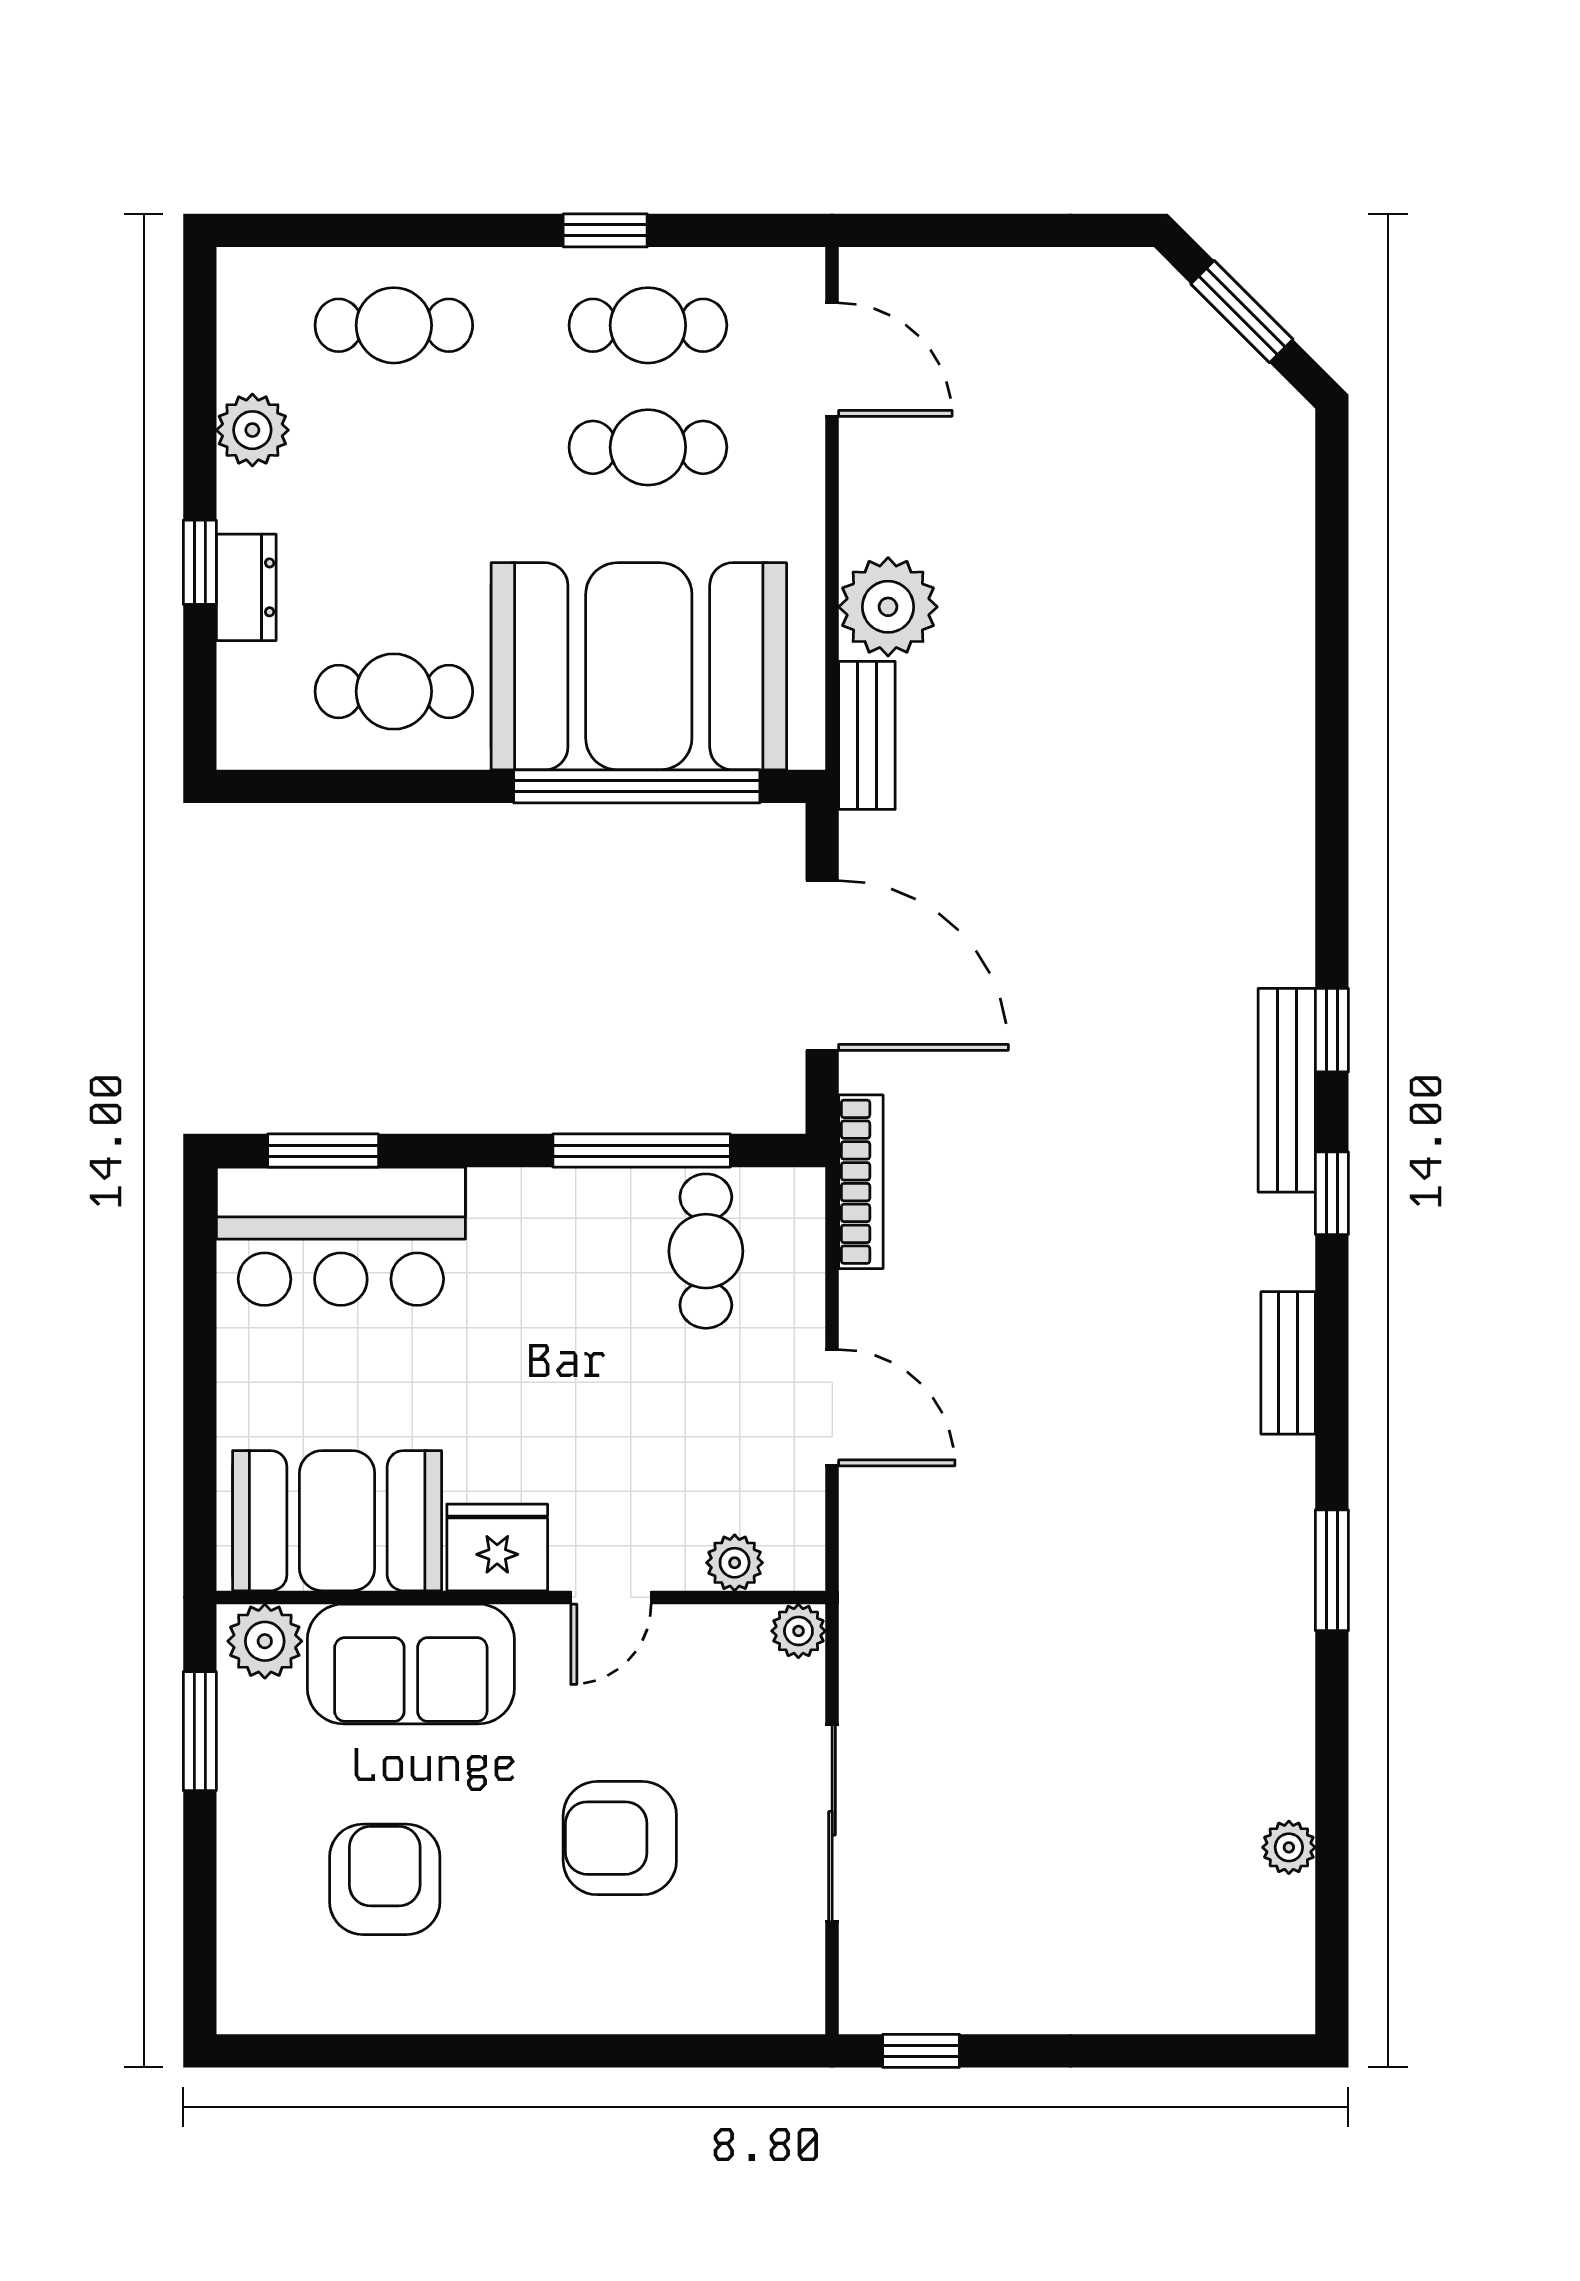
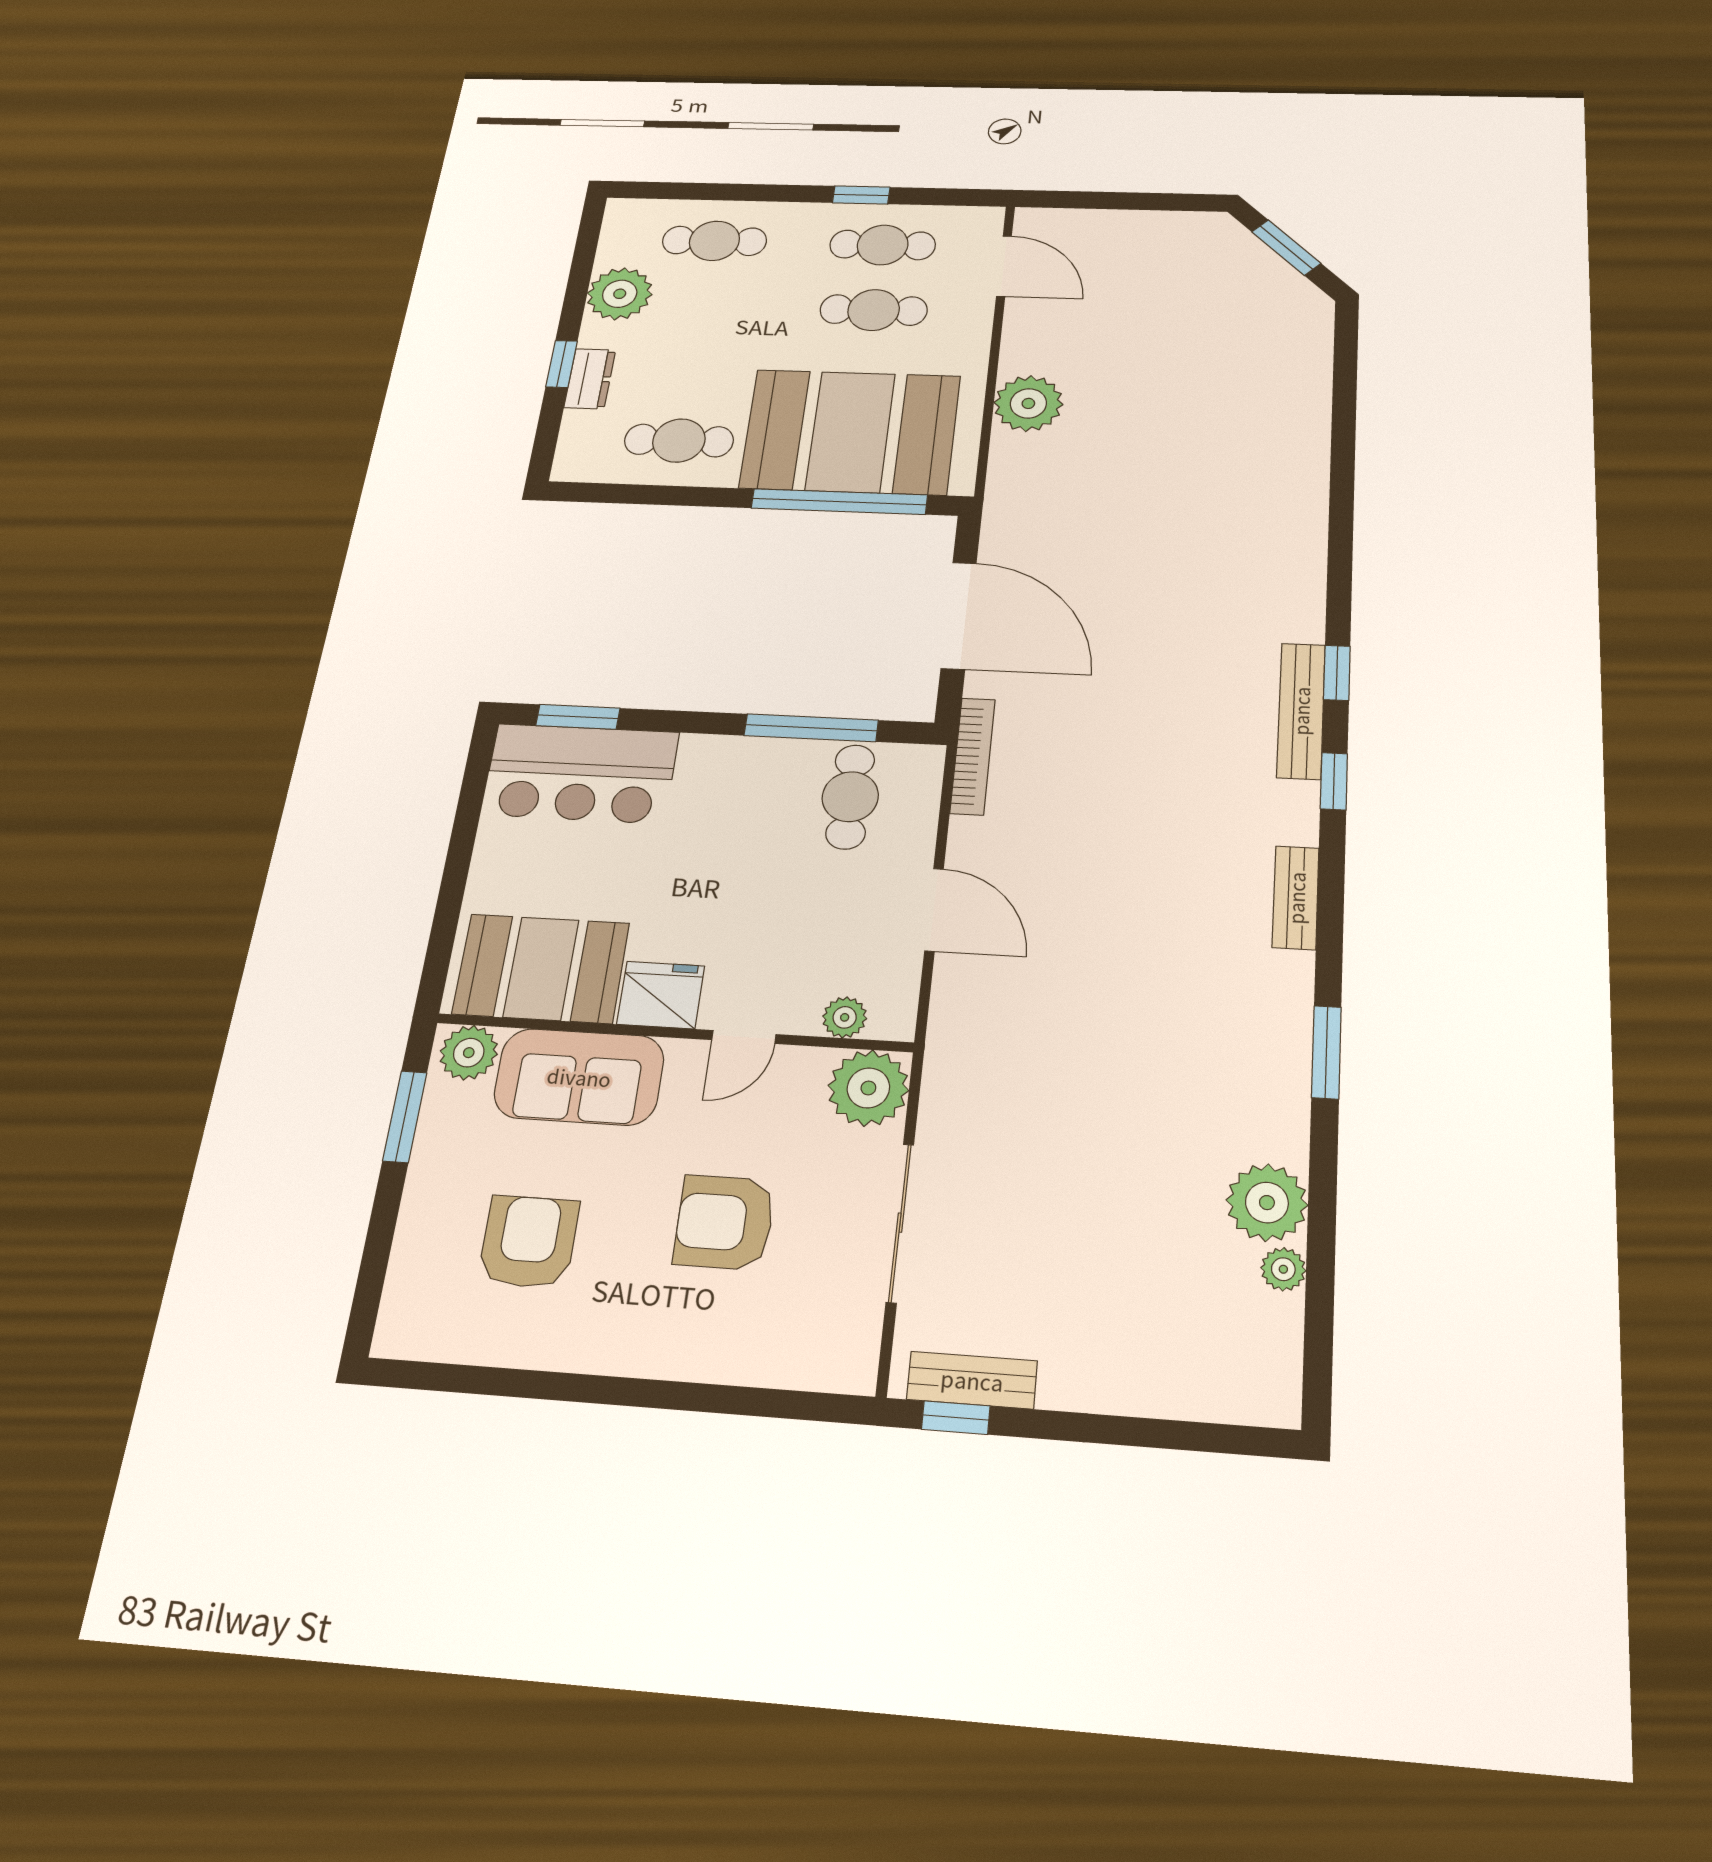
plant: (252, 430) -> (620, 294), width x1.36, depth x1.36
bench: (867, 735) -> (972, 1380), moved, turned 90
plant: (798, 1631) -> (868, 1088), width x1.87, depth x1.87
plant: (1267, 1767) -> (1267, 1203), added

